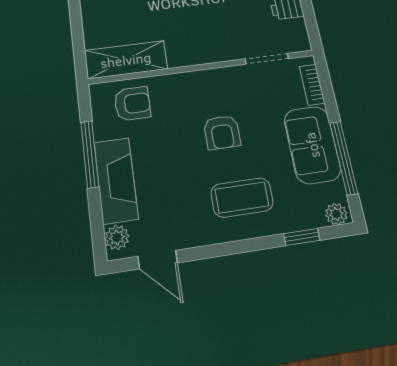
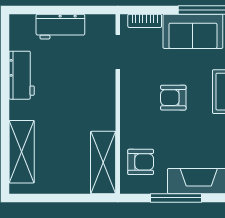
armchair: (132, 104) -> (141, 162), turned 90
armchair: (222, 132) -> (173, 98), turned 180

